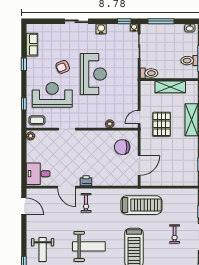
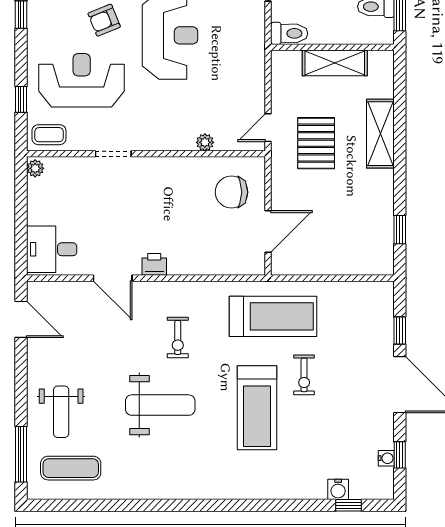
exercise bike: (86, 203) -> (178, 337), moved
exercise bike: (175, 234) -> (304, 375), moved

